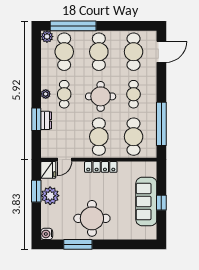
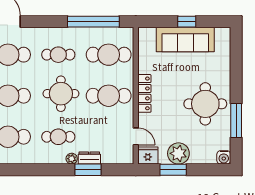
plant: (46, 94) -> (72, 159), moved

